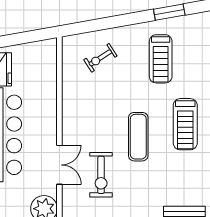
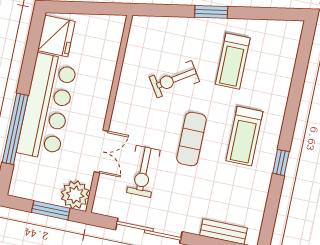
window: (169, 12) -> (211, 12), moved
exercise bike: (100, 58) -> (174, 79), moved, width x1.38, depth x1.39

